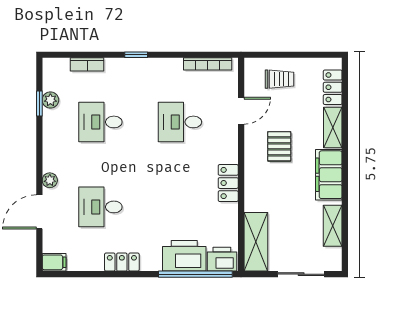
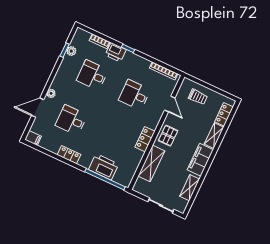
door: (241, 111) -> (170, 104), hinge flipped
pallet: (279, 146) -> (168, 136), moved
shelving: (256, 242) -> (151, 163), moved
printer: (222, 259) -> (116, 52), moved, turned 180

